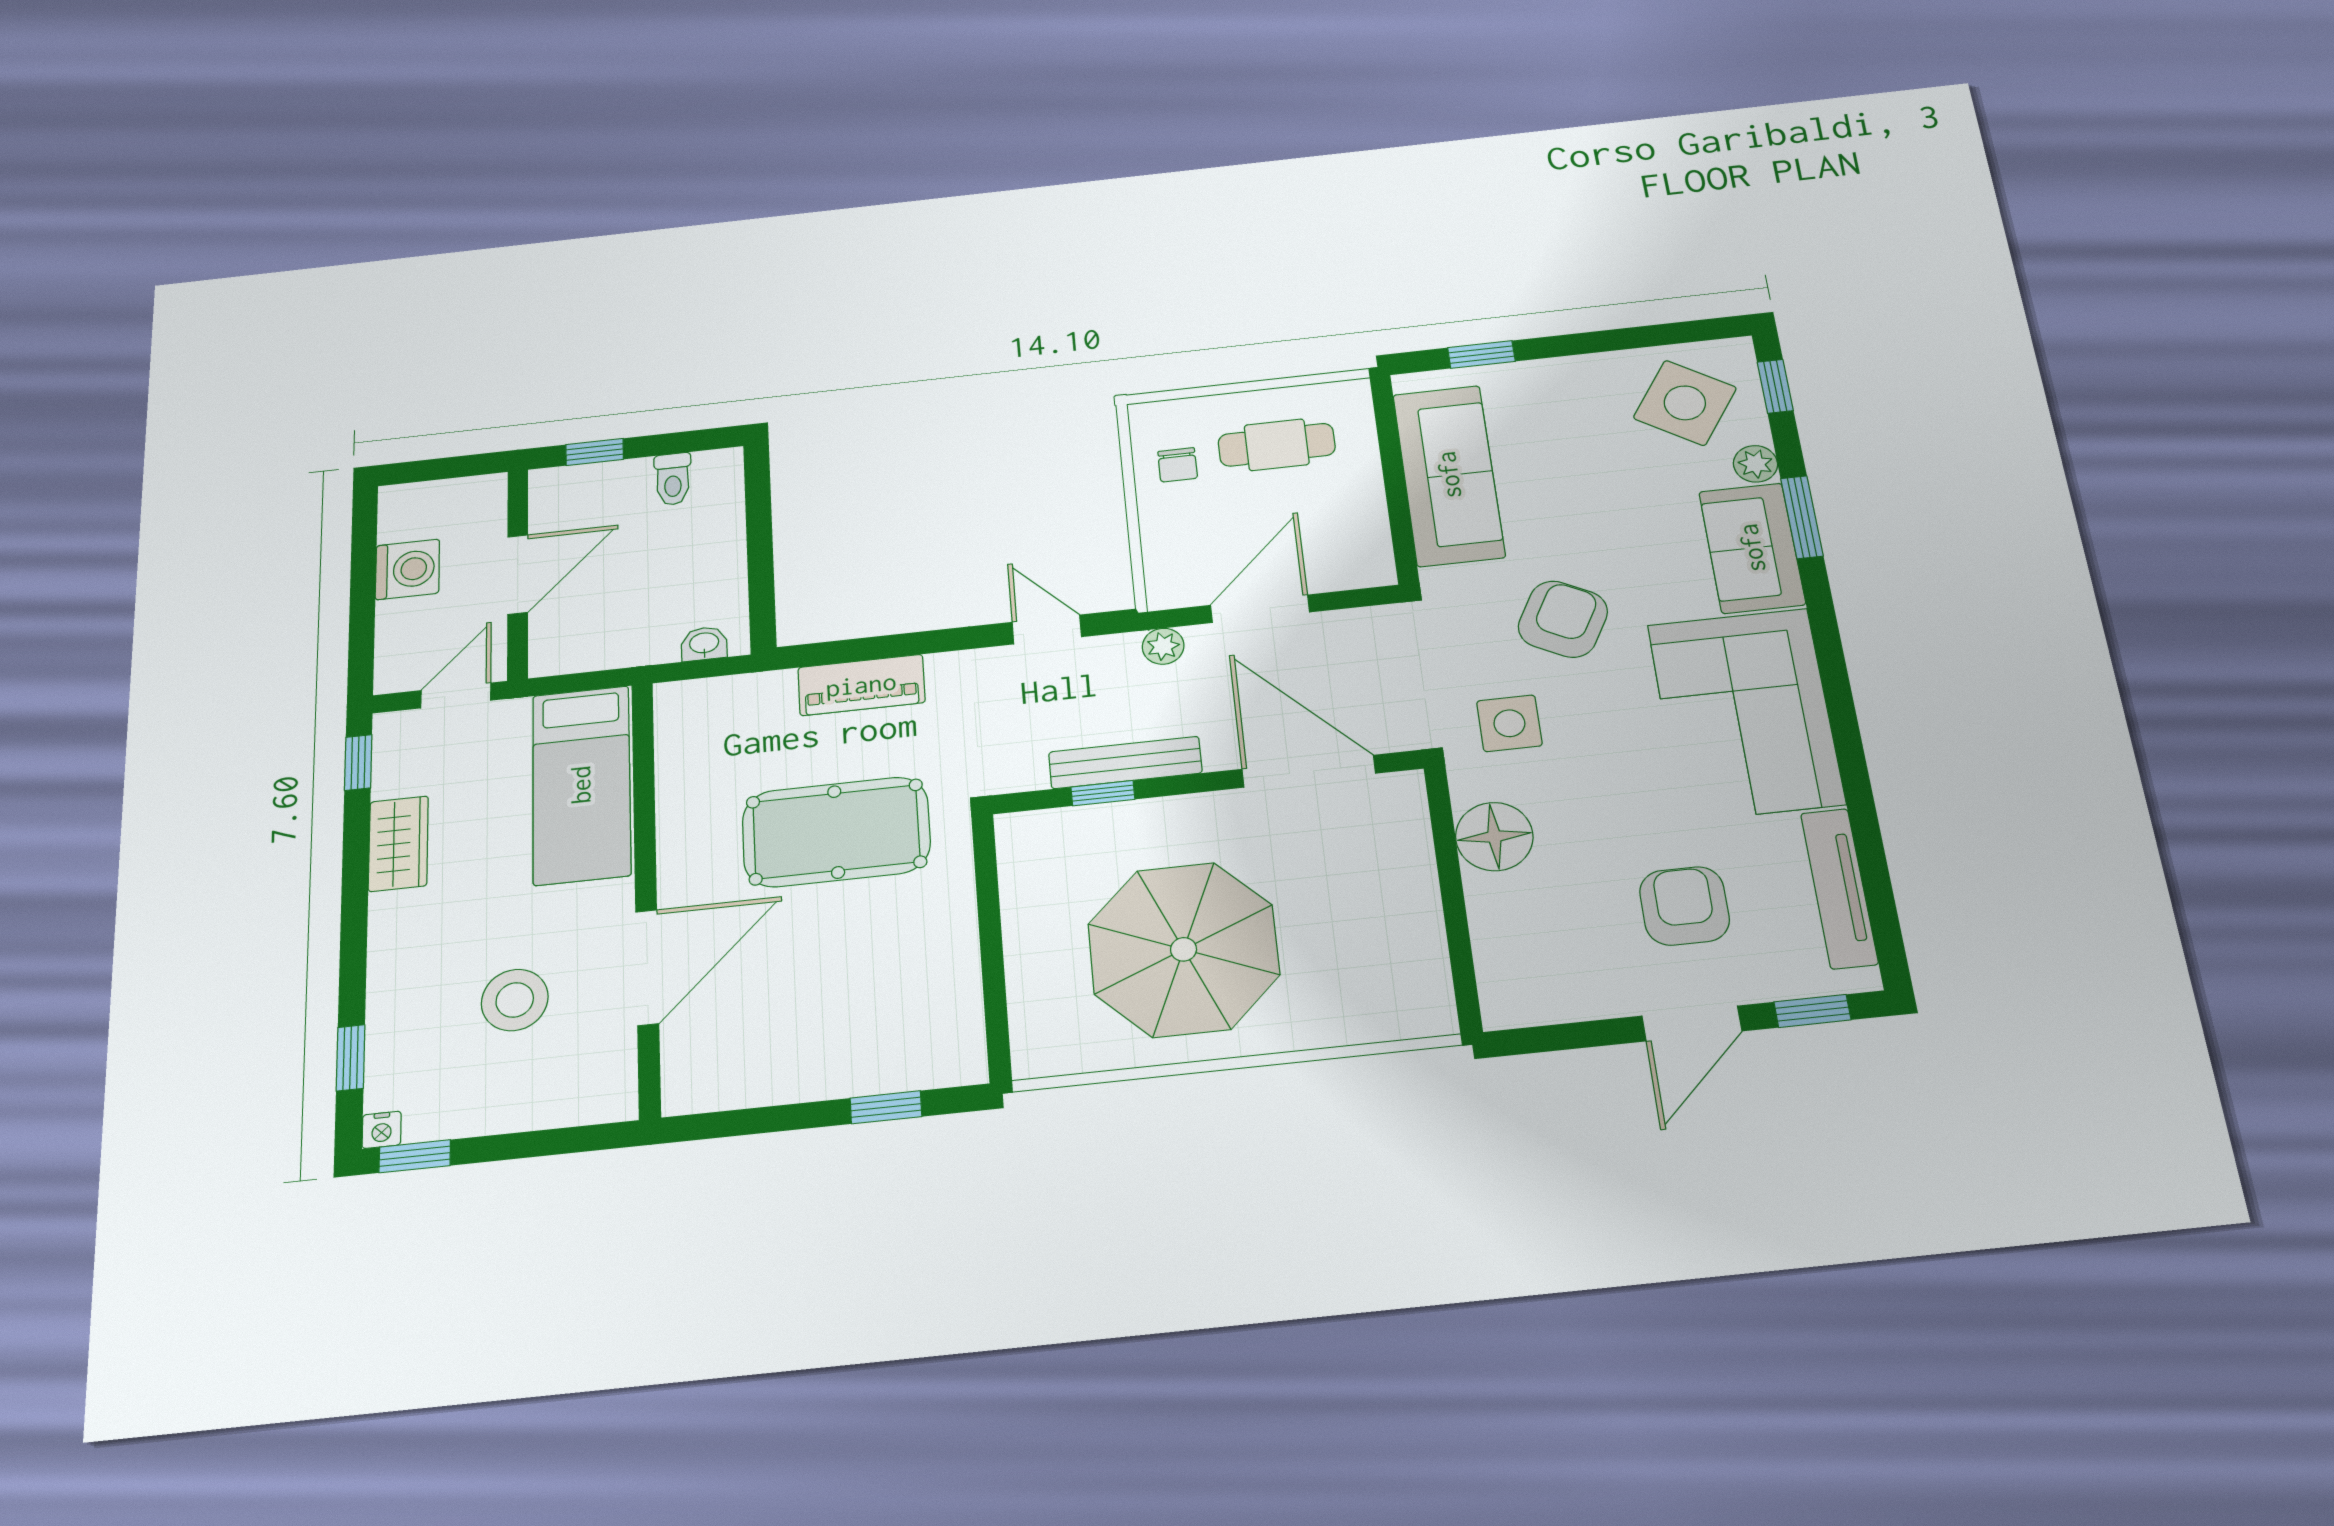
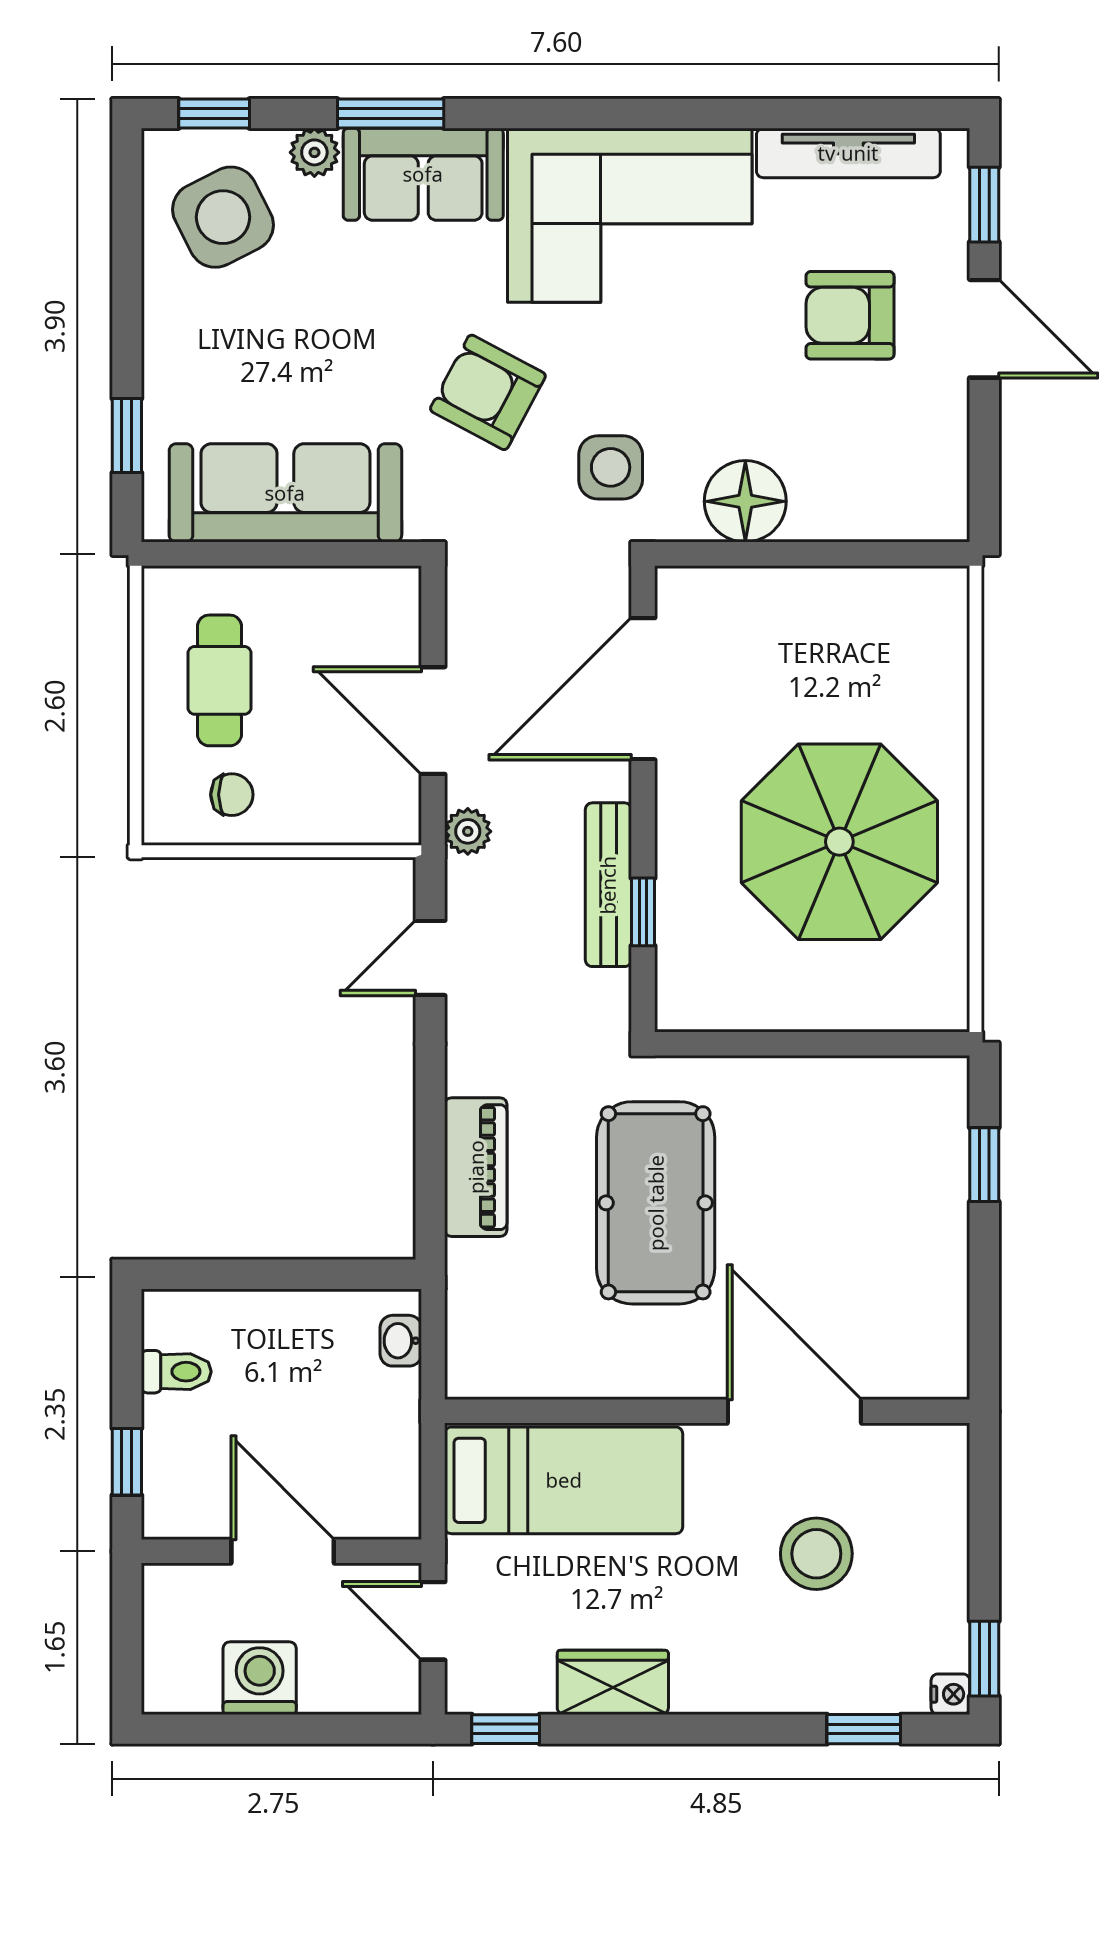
side table: (1685, 403) -> (223, 217), turned 30

